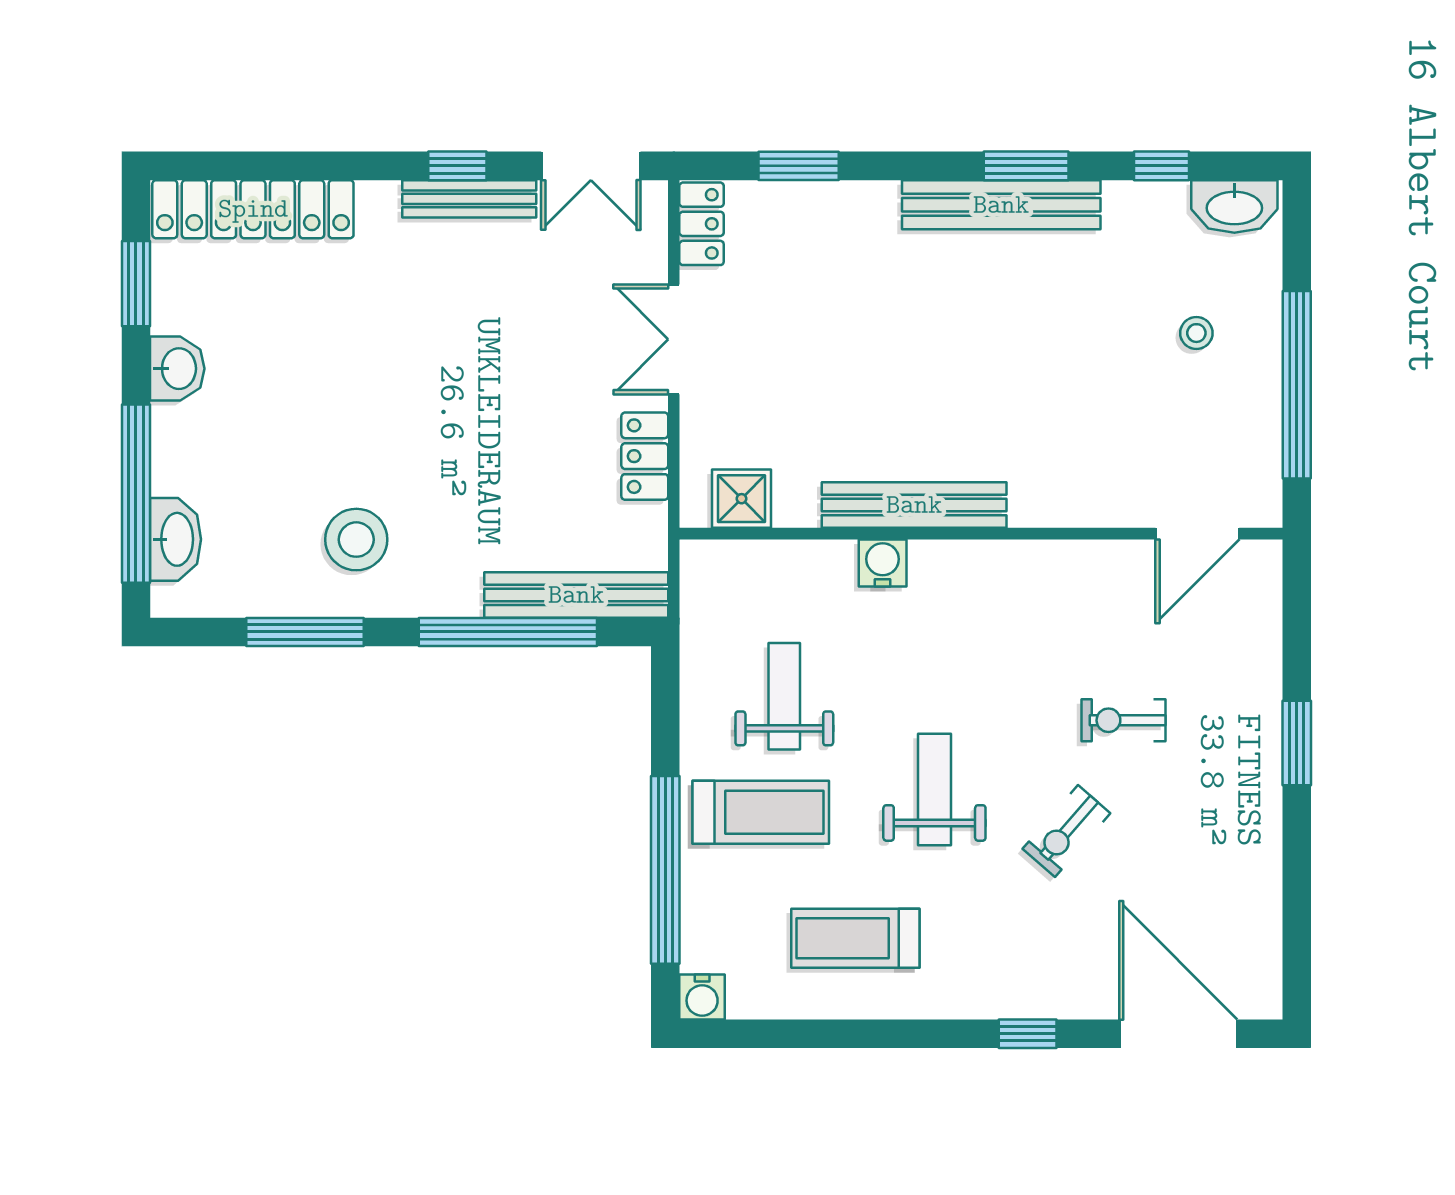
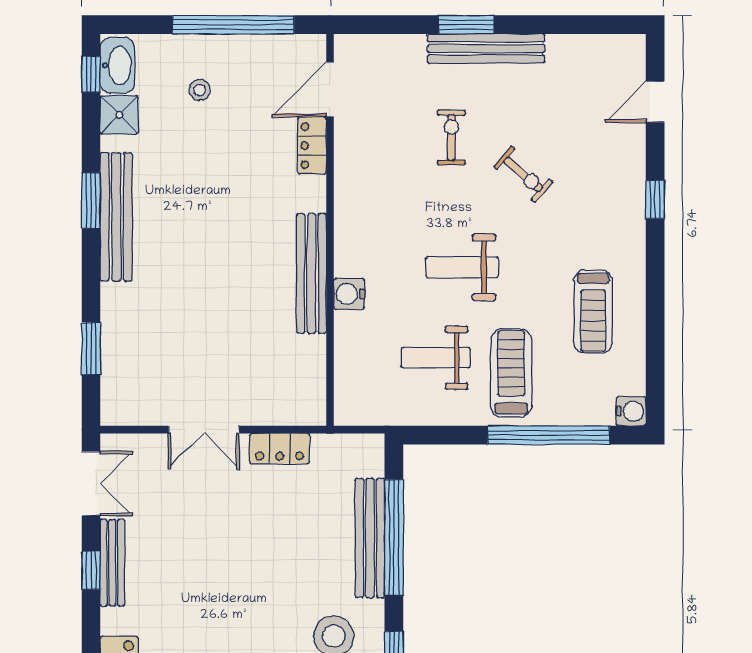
window: (1161, 166) -> (91, 74), moved
locker: (702, 224) -> (312, 146), moved, turned -90
shower: (742, 499) -> (119, 115), moved
door: (1197, 534) -> (330, 89), swing flipped
bench: (576, 595) -> (370, 538), moved
exercise bike: (1124, 720) -> (451, 137), turned 180
bench: (1260, 774) -> (486, 49), added
weight bench: (934, 789) -> (462, 267), moved
door: (1178, 1034) -> (655, 102), width x0.53

